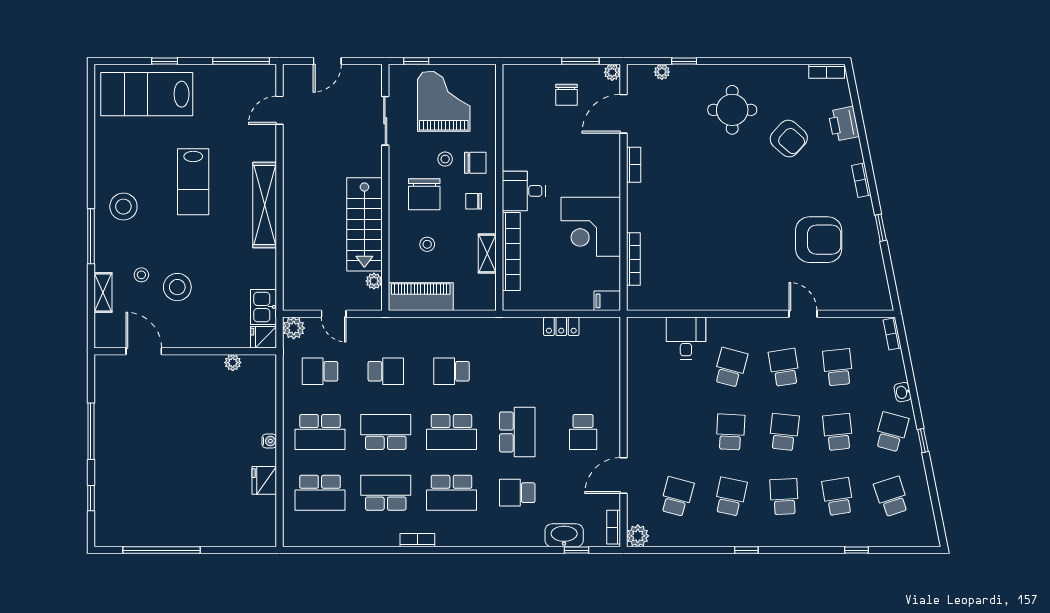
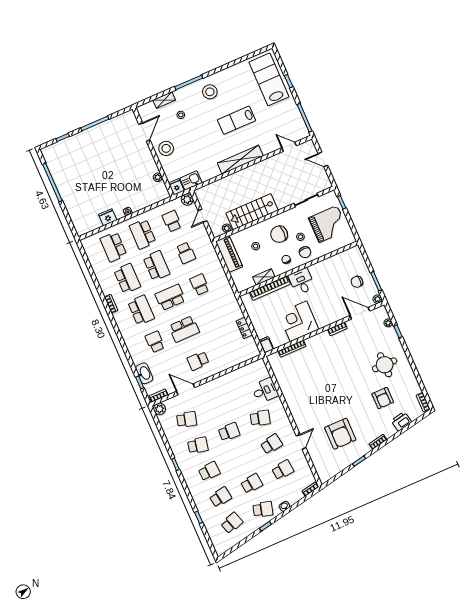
armchair: (789, 138) -> (383, 398), turned -42
stool: (177, 287) -> (166, 148), moved
school desk: (452, 432) -> (170, 297), turned 90
school desk: (784, 432) -> (240, 458), removed
school desk: (452, 493) -> (141, 310), turned 180

